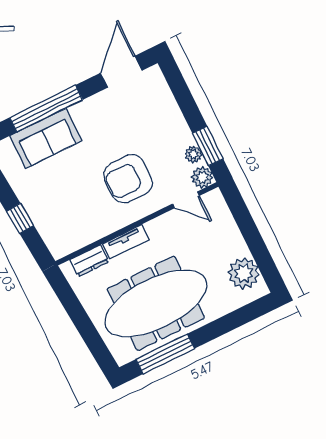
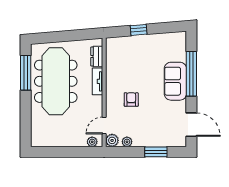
sofa: (46, 138) -> (175, 81), moved
window: (208, 146) -> (156, 152), moved
armchair: (128, 179) -> (131, 100), width x0.53, depth x0.53
plant: (244, 273) -> (92, 142), moved, width x0.53, depth x0.53

